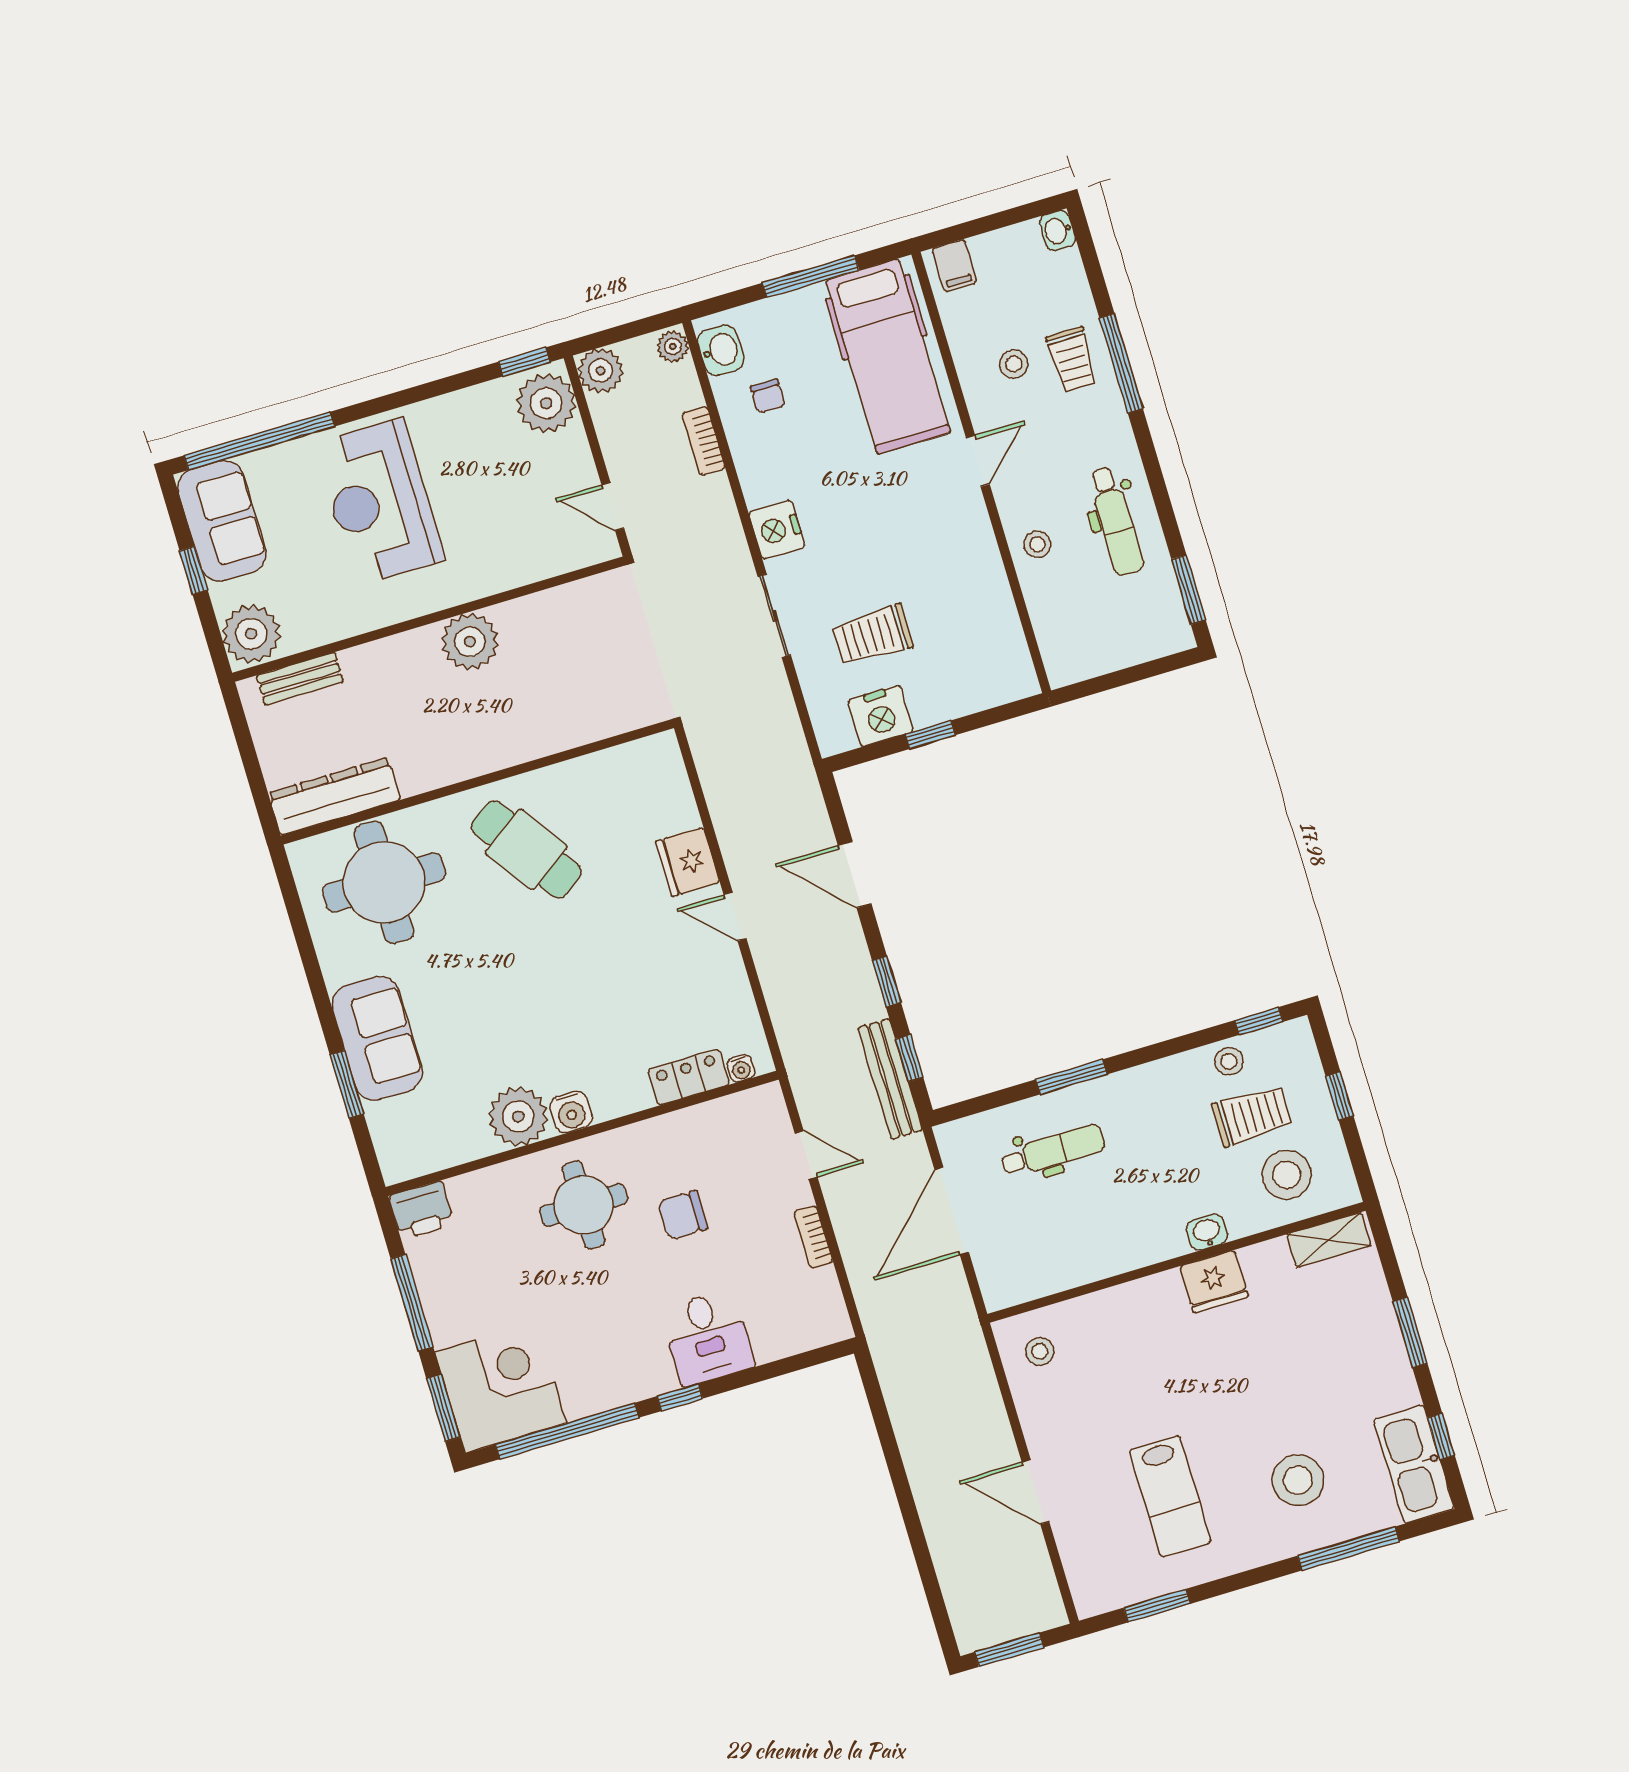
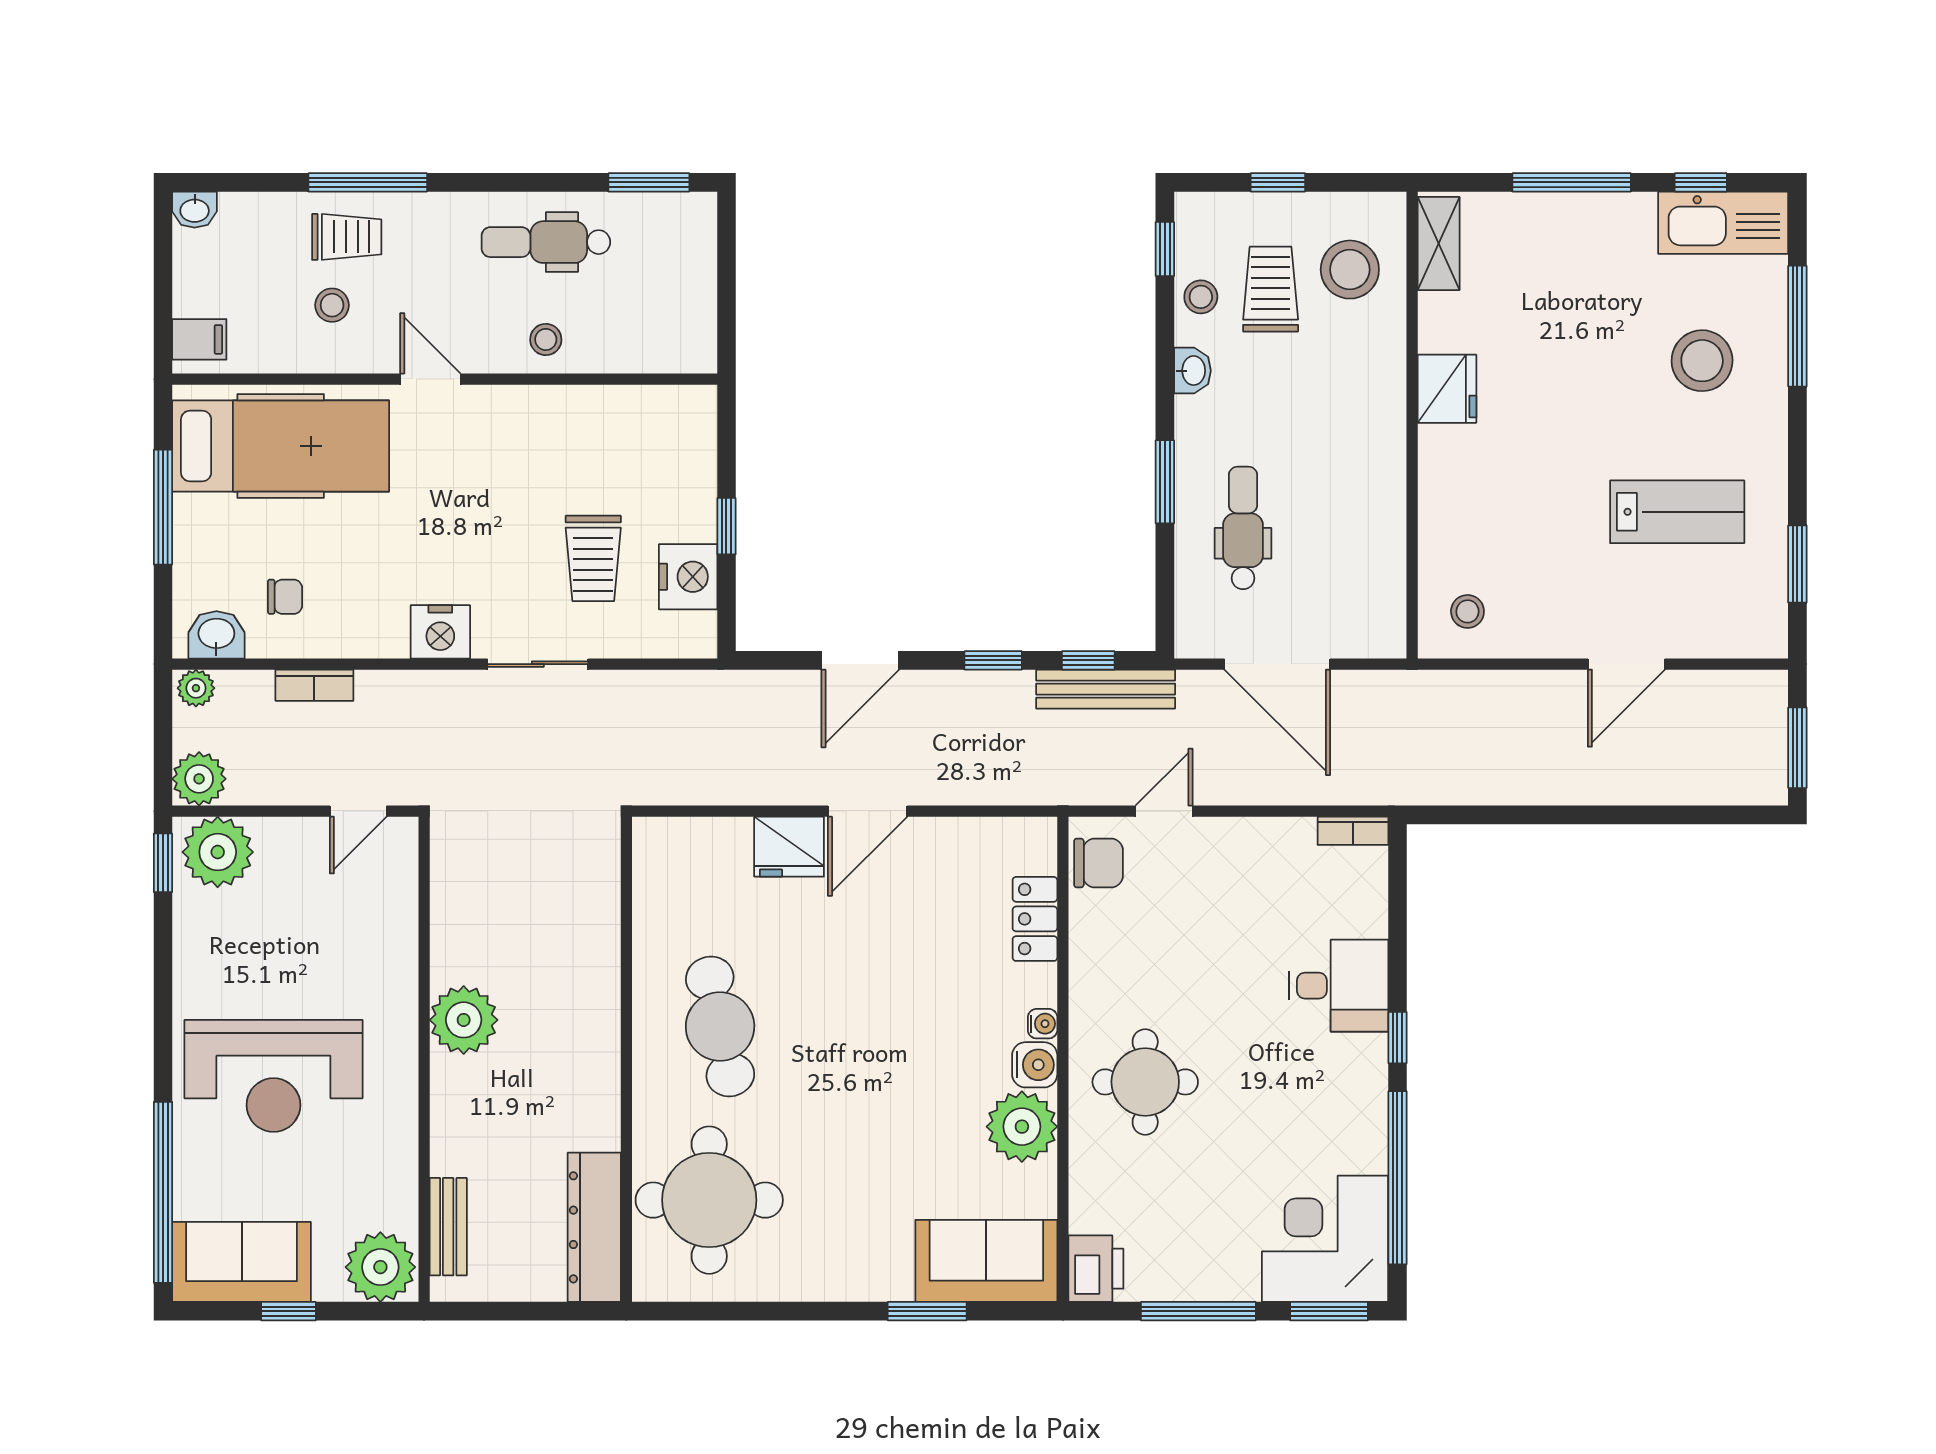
dental chair: (1116, 521) -> (546, 242), turned 180
cafe table: (526, 849) -> (720, 1026), turned -67
door: (735, 917) -> (868, 811), width x1.38
sofa: (377, 1038) -> (986, 1261), moved
water cooler: (741, 1068) -> (1043, 1024), moved
chair: (683, 1215) -> (1098, 863), moved, turned -90
washbasin: (1207, 1232) -> (1193, 371), moved, turned 180
bookcase: (813, 1237) -> (1353, 831), moved
window: (1410, 1332) -> (1572, 182), width x1.44

